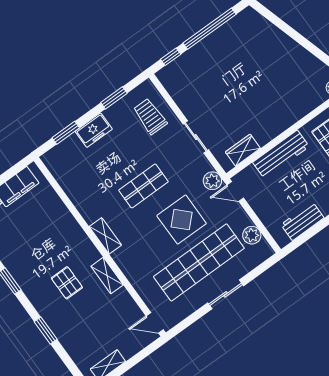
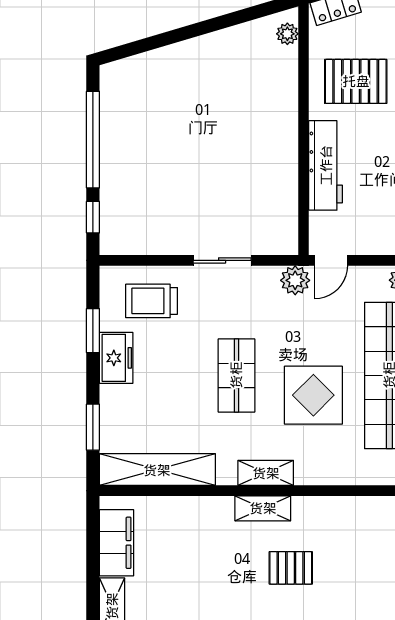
freezer: (94, 130) -> (116, 358), moved
wardrobe: (243, 150) -> (284, 211), removed
shelving: (68, 180) -> (157, 470), added
display table: (182, 220) -> (313, 395), moved
shelving: (107, 276) -> (263, 508), moved

